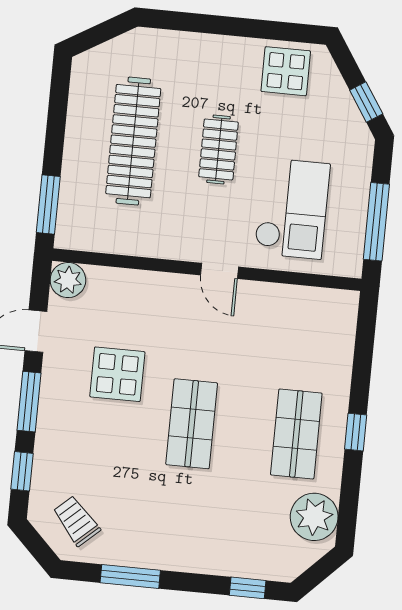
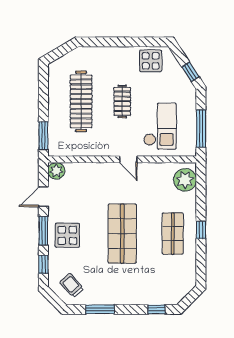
display table: (117, 374) -> (67, 235), moved
shop shelf: (192, 424) -> (122, 234), width x1.43, depth x1.36
plant: (314, 517) -> (185, 180), moved

